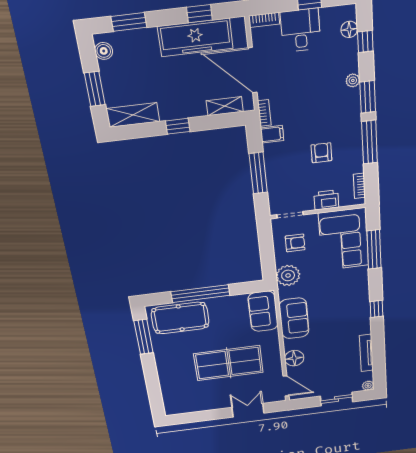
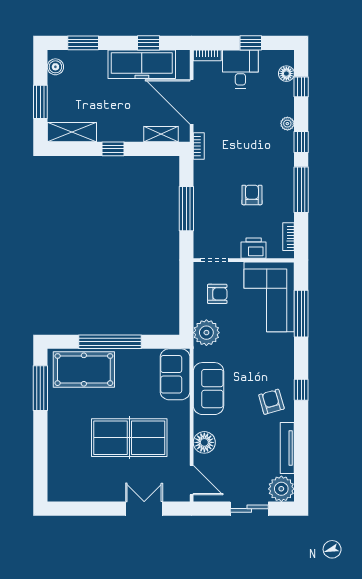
window: (368, 97) -> (301, 142), width x0.67
filing cabinet: (272, 134) -> (204, 169), removed
armchair: (351, 321) -> (271, 402), added
plant: (368, 386) -> (281, 489), width x1.88, depth x1.88

